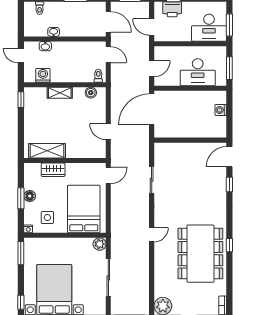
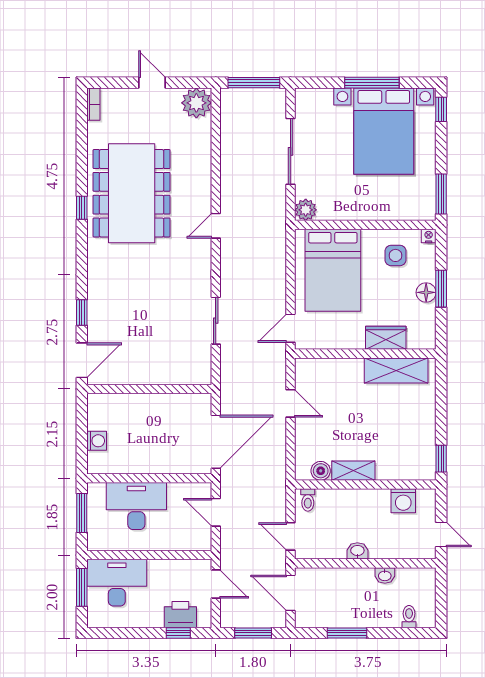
washbasin: (45, 46) -> (357, 551), moved
door: (152, 69) -> (216, 512), hinge flipped
shelving: (60, 93) -> (353, 471), moved

